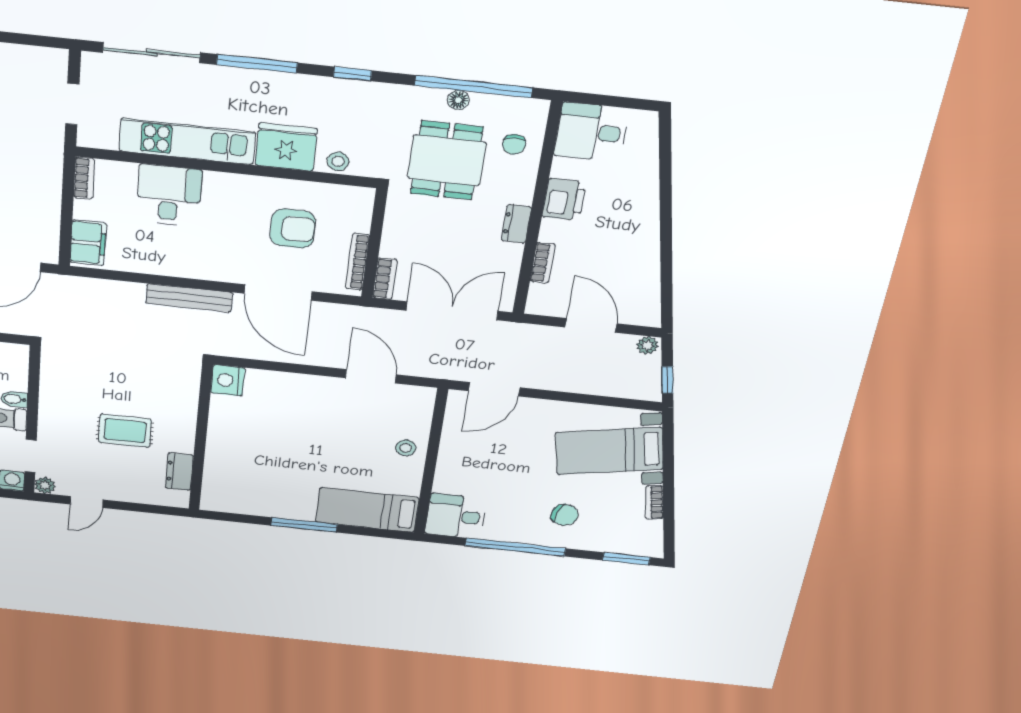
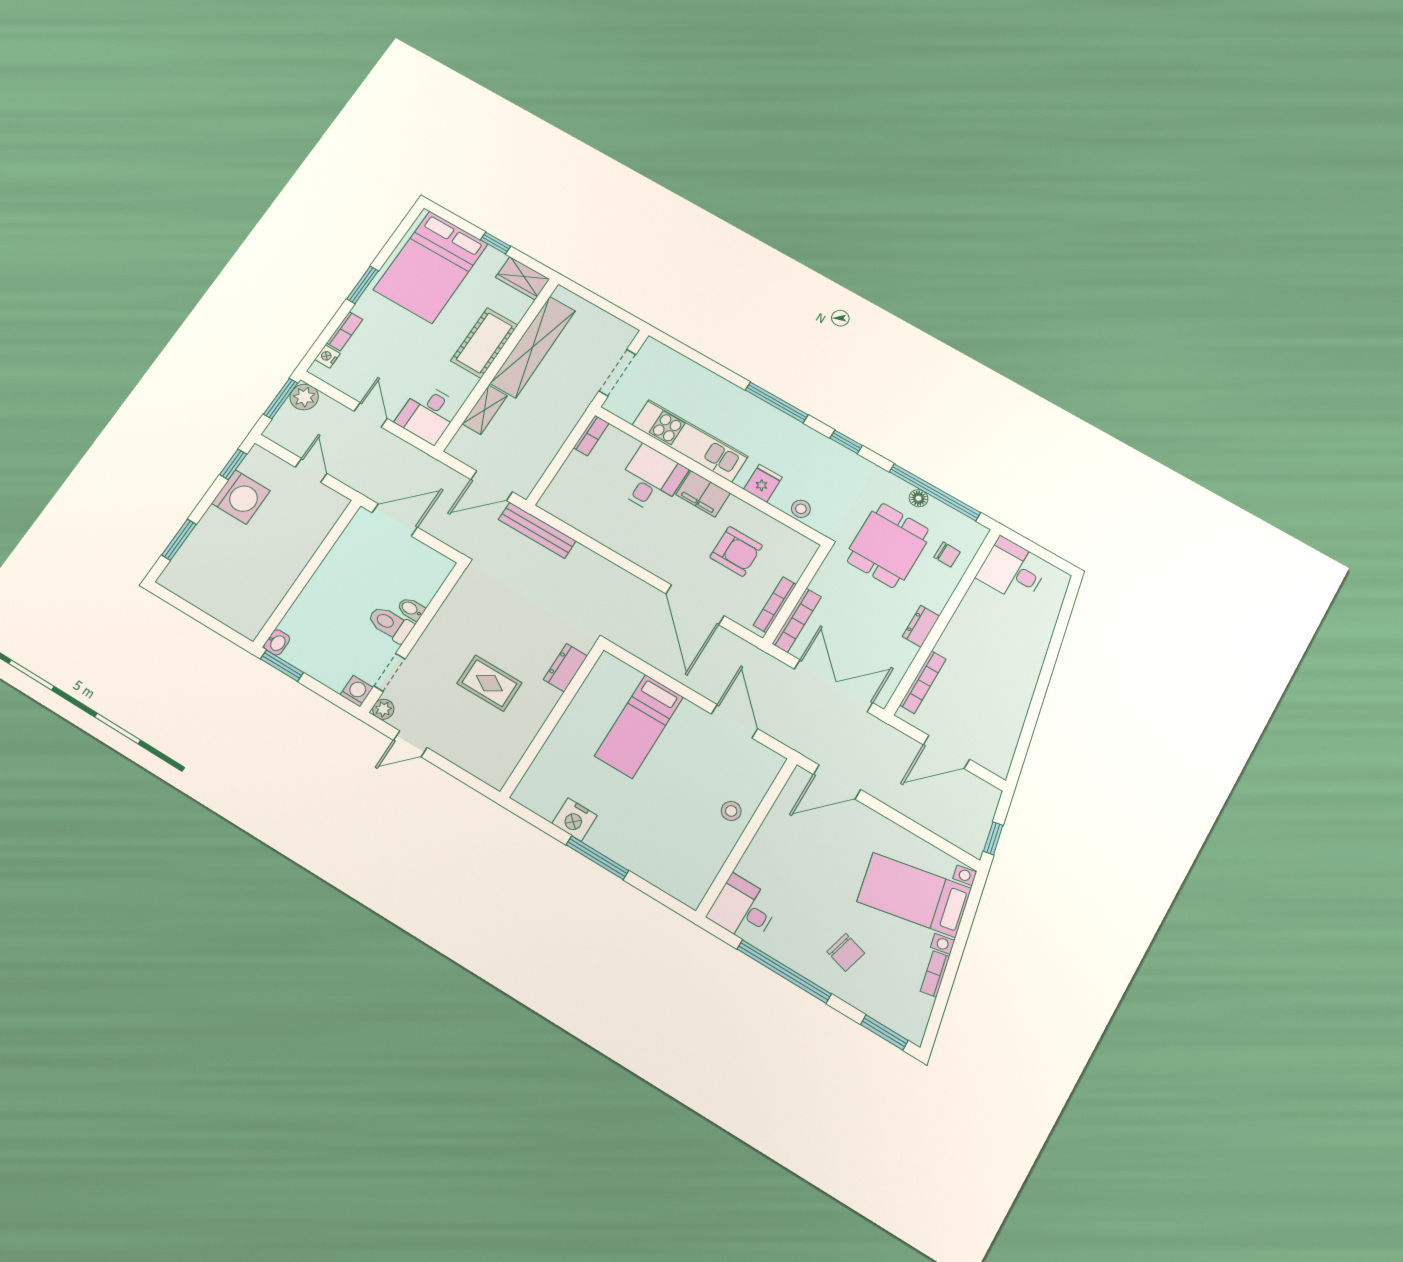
sliding door: (152, 53) -> (701, 360), removed
doorway: (72, 104) -> (617, 373), width x1.38
chair: (514, 144) -> (947, 555), turned -89
fridge: (286, 147) -> (763, 483), width x0.53, depth x0.75
printer: (564, 199) -> (969, 621), removed
filing cabinet: (88, 243) -> (703, 494), moved, turned 90
bookcase: (543, 263) -> (923, 682), width x1.56
bookcase: (385, 279) -> (797, 620), width x1.56
bench: (189, 298) -> (537, 530), moved
door: (591, 325) -> (946, 752), swing flipped
plant: (647, 345) -> (988, 794), removed
nightstand: (228, 380) -> (575, 820), moved, turned -90
dresser: (179, 472) -> (565, 668), moved
bed: (367, 510) -> (639, 726), moved, turned -90

